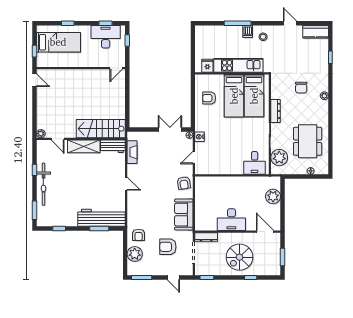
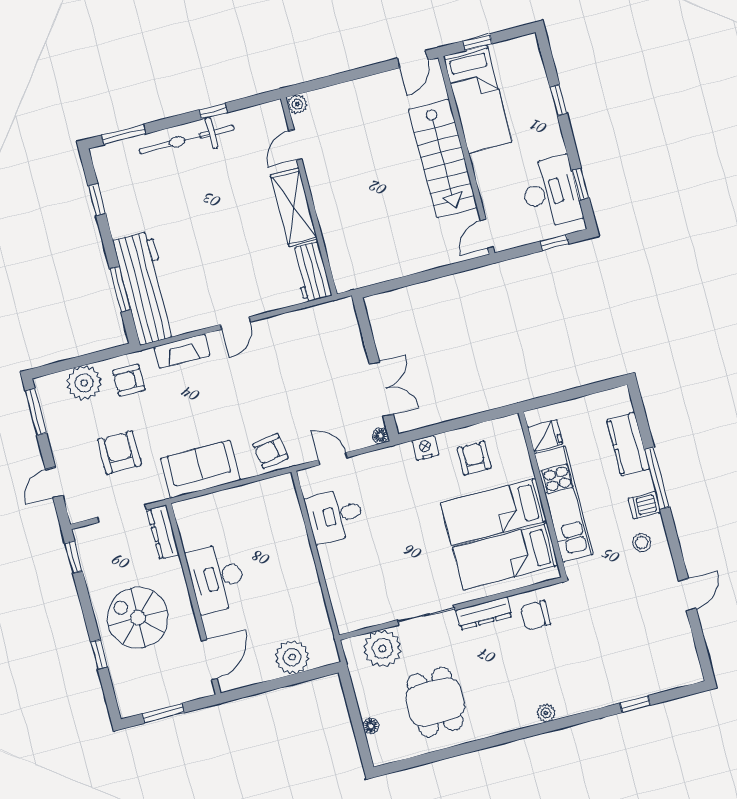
kitchen counter: (316, 32) -> (628, 444), moved
bed: (58, 42) -> (478, 99), moved
door: (116, 68) -> (487, 234), hinge flipped
chair: (301, 88) -> (535, 615), moved
stairs: (101, 129) -> (443, 158), moved, turned 180
nightstand: (199, 137) -> (425, 448), moved
dining table: (308, 141) -> (435, 702), width x0.73
fireplace: (132, 152) -> (182, 351), moved
desk: (255, 163) -> (335, 516), moved

